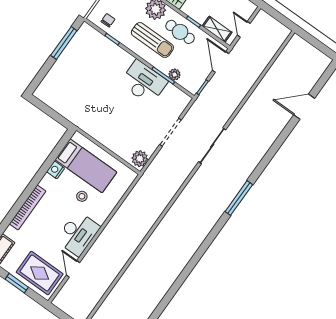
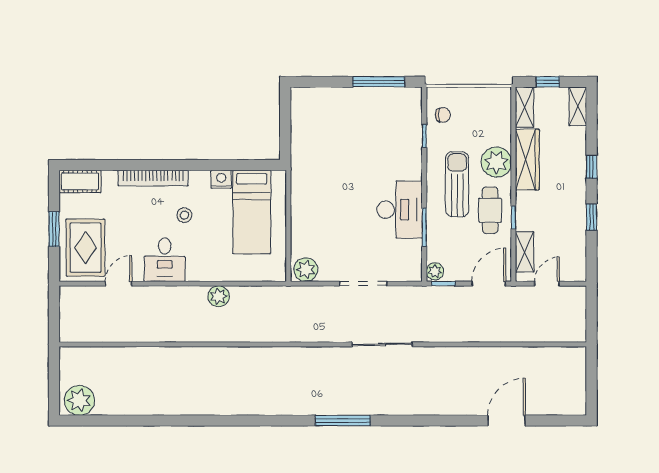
sun lounger: (152, 40) -> (457, 184), turned 180
plant: (175, 75) -> (435, 271), moved
door: (304, 107) -> (507, 420), hinge flipped
stool: (82, 196) -> (184, 215), moved
plant: (120, 218) -> (219, 296), added
desk: (78, 234) -> (165, 260), width x0.73

